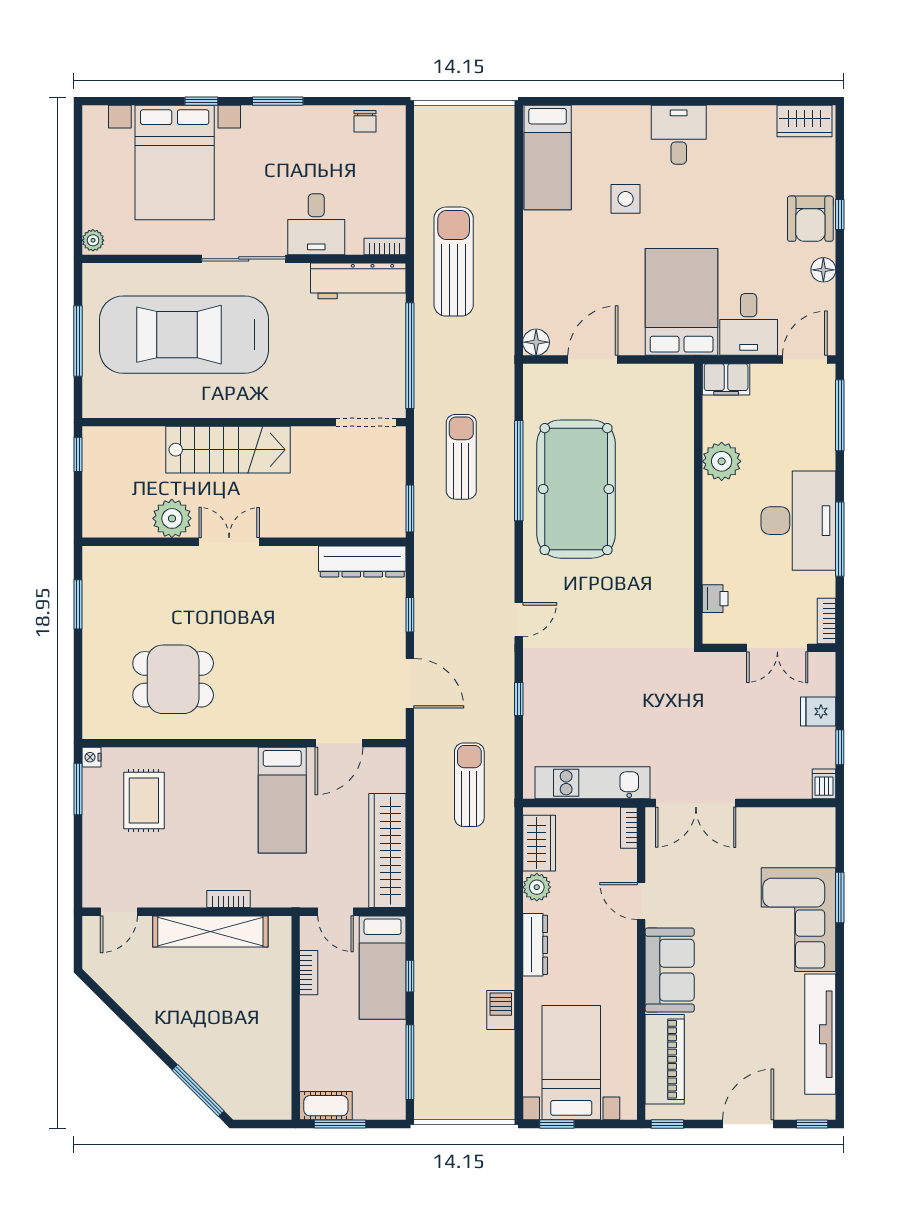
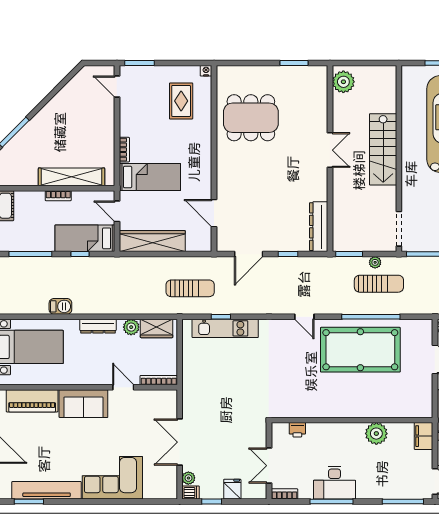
window: (78, 454) -> (380, 63), removed
plant: (424, 464) -> (375, 262), added
plant: (172, 518) -> (343, 82), moved
desk: (798, 521) -> (335, 483), width x0.73, depth x0.77
door: (519, 620) -> (304, 317), moved
dining table: (173, 679) -> (251, 118), width x1.38
window: (519, 699) -> (221, 317), moved
kitchen unit: (593, 783) -> (225, 328), moved, turned 90
plant: (799, 788) -> (188, 478), added
window: (78, 789) -> (139, 63), moved
rug: (144, 800) -> (181, 101), turned 90
bed: (282, 800) -> (150, 177), moved, turned 180
double door: (696, 803) -> (180, 442), moved
bookcase: (629, 828) -> (159, 380), width x1.56
window: (840, 897) -> (29, 502), moved
door: (641, 901) -> (123, 387), hinge flipped
door: (336, 912) -> (117, 211), hinge flipped
shelving: (210, 932) -> (72, 177), moved, turned 90
bookcase: (309, 973) -> (58, 196), moved

